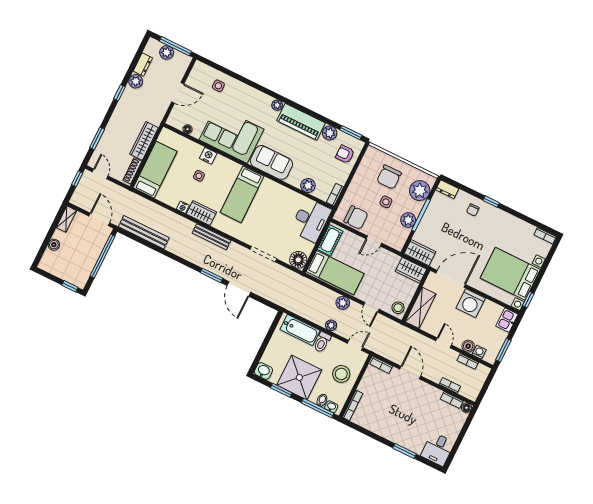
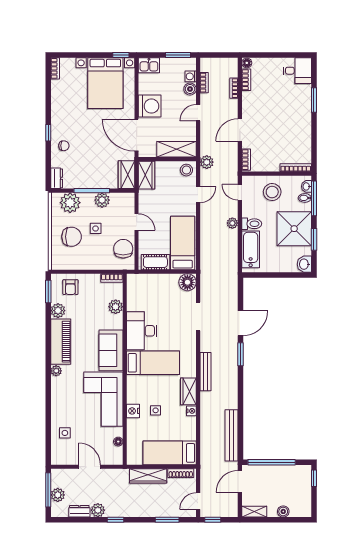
desk: (311, 220) -> (142, 331), moved, turned -90
plant: (343, 303) -> (207, 162), moved

